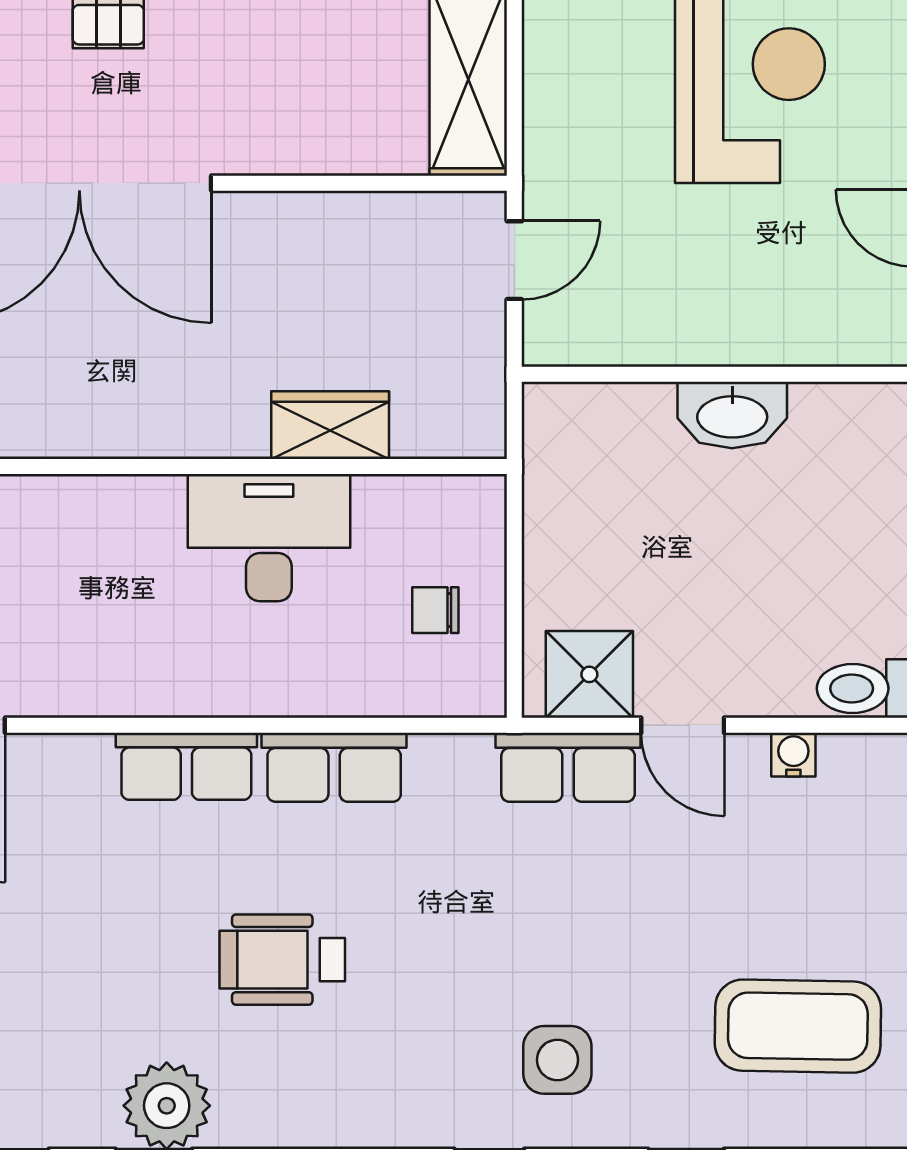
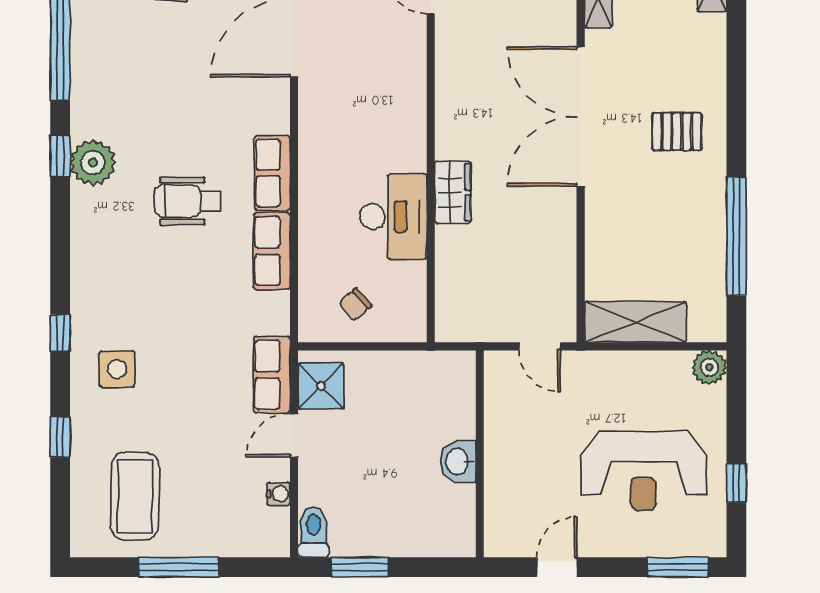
washbasin: (732, 415) -> (458, 462), width x0.72
wardrobe: (330, 425) -> (453, 192), moved
chair: (435, 610) -> (355, 305), turned -131
wheelchair: (282, 960) -> (188, 201), moved, turned -90

